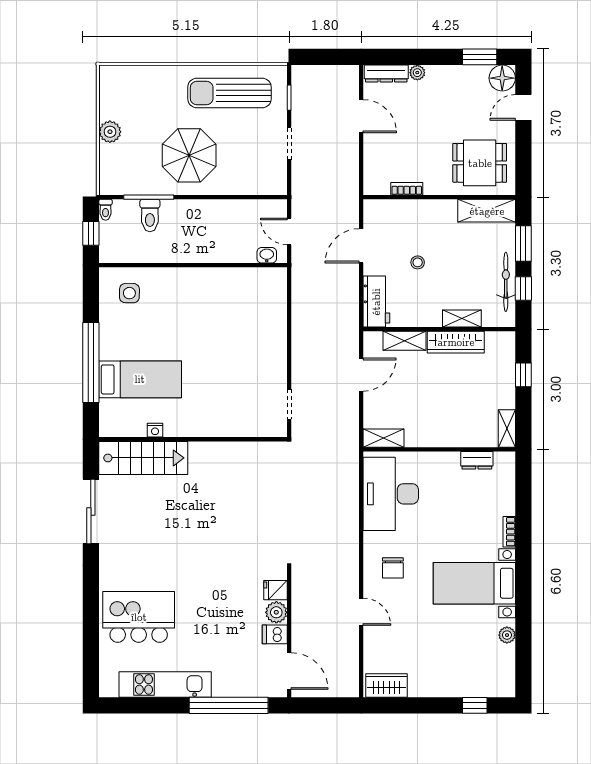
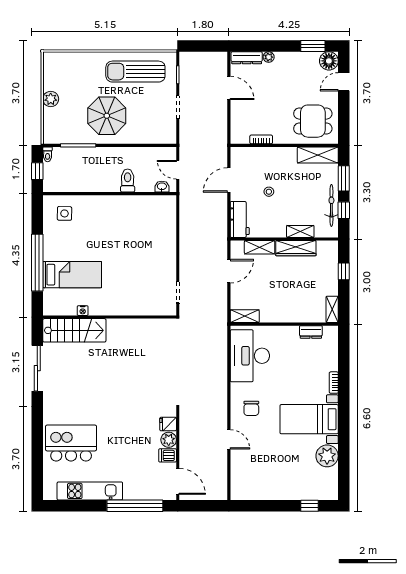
toilet: (150, 215) -> (128, 181), moved, turned 180
plant: (507, 635) -> (327, 456), width x1.88, depth x1.88
wardrobe: (386, 686) -> (247, 492), removed

